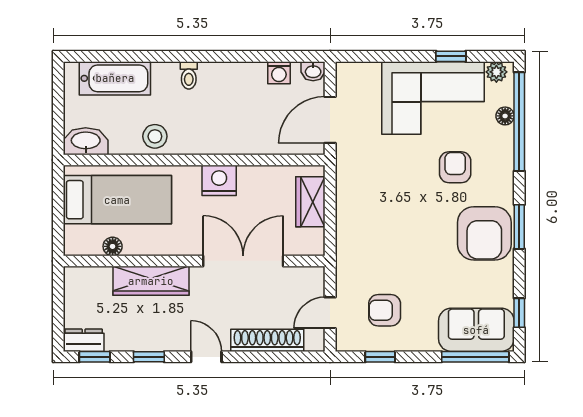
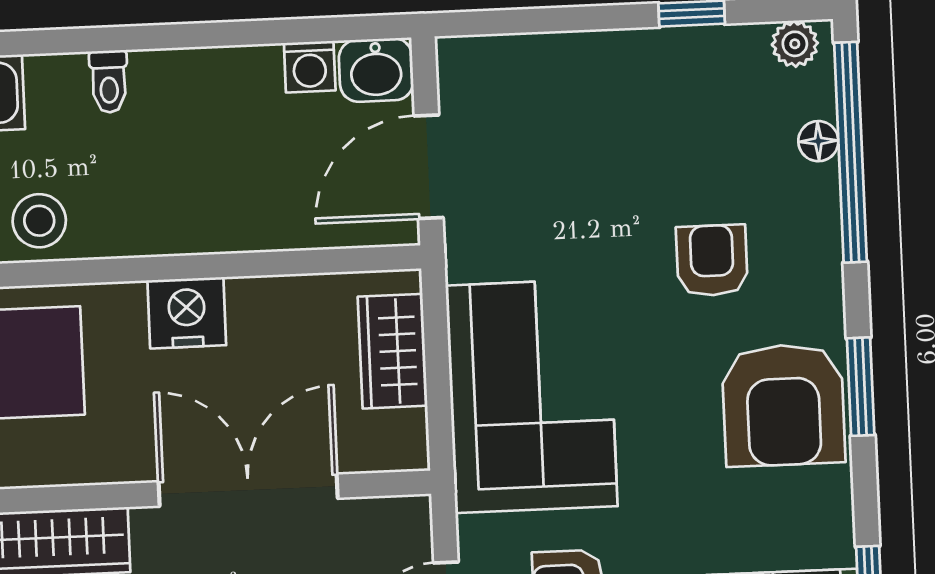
washbasin: (313, 71) -> (376, 70), width x1.38, depth x1.45
corner sofa: (433, 98) -> (532, 396), moved, turned -90

